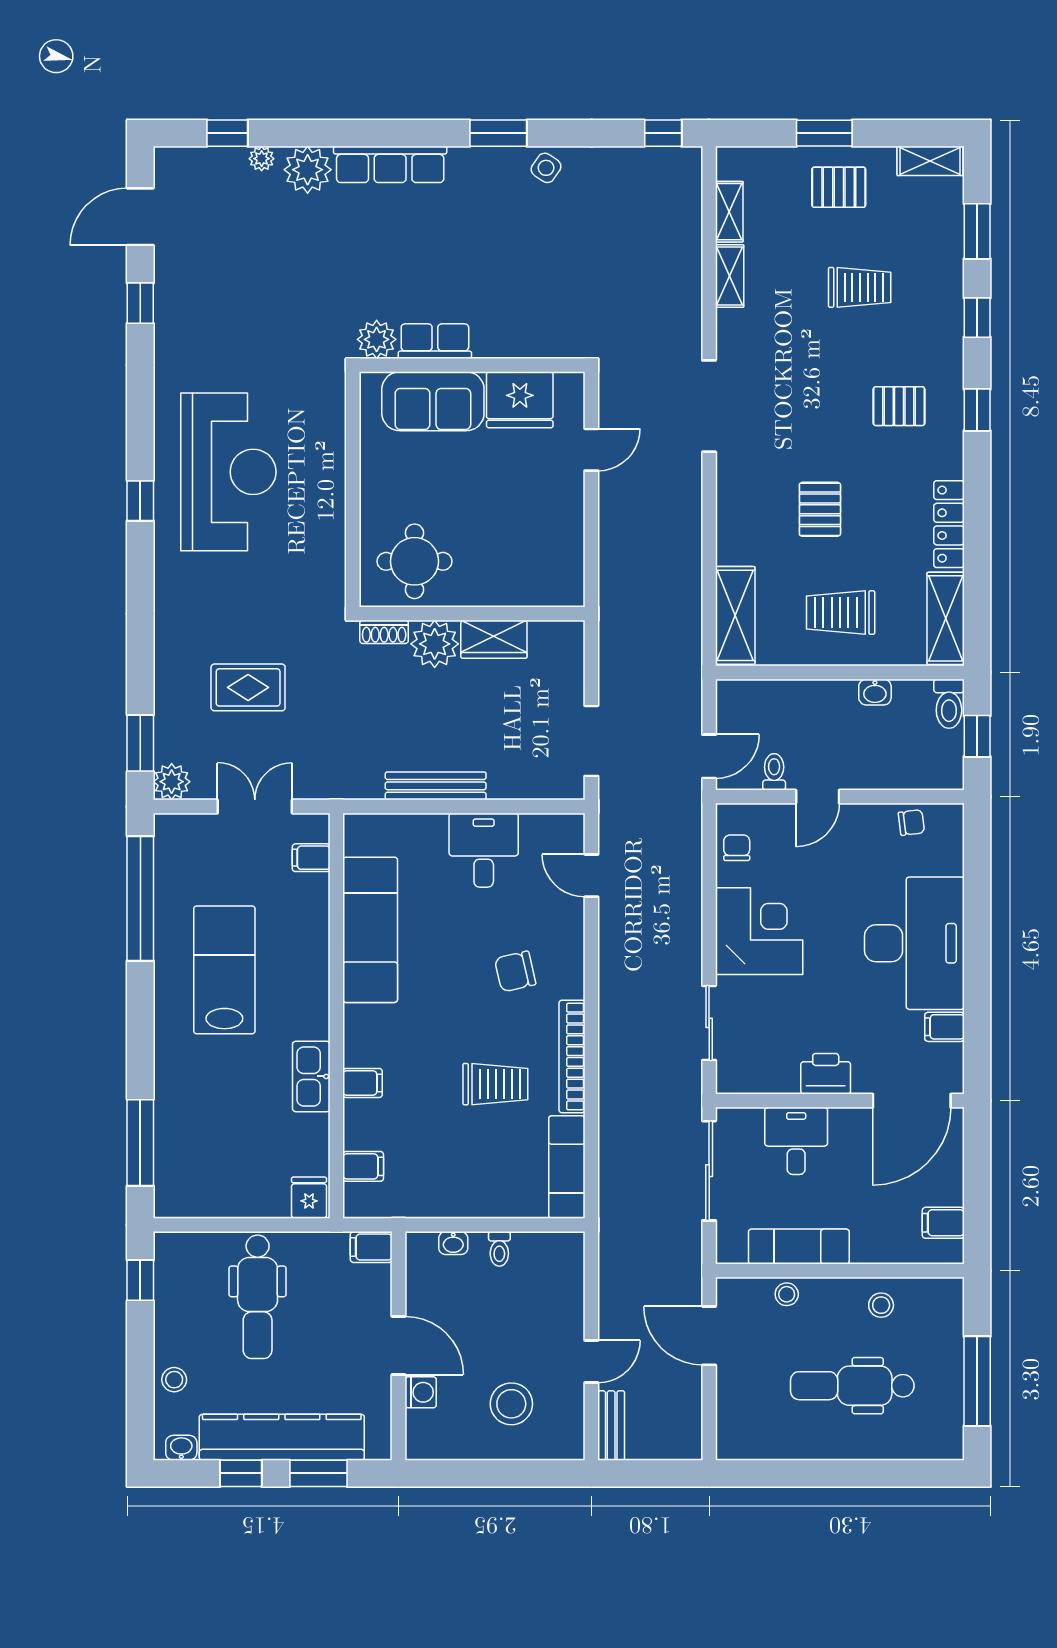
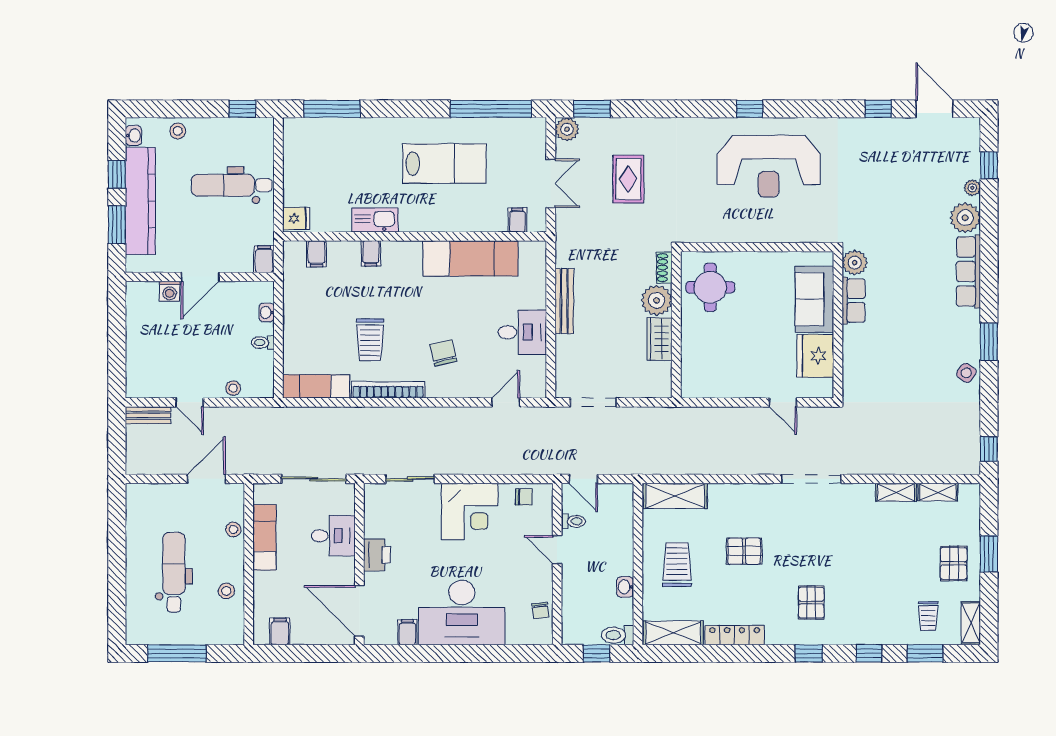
trolley: (860, 287) -> (928, 616), moved, width x0.73, depth x0.72
stool: (511, 1404) -> (233, 388), moved, width x0.53, depth x0.53

